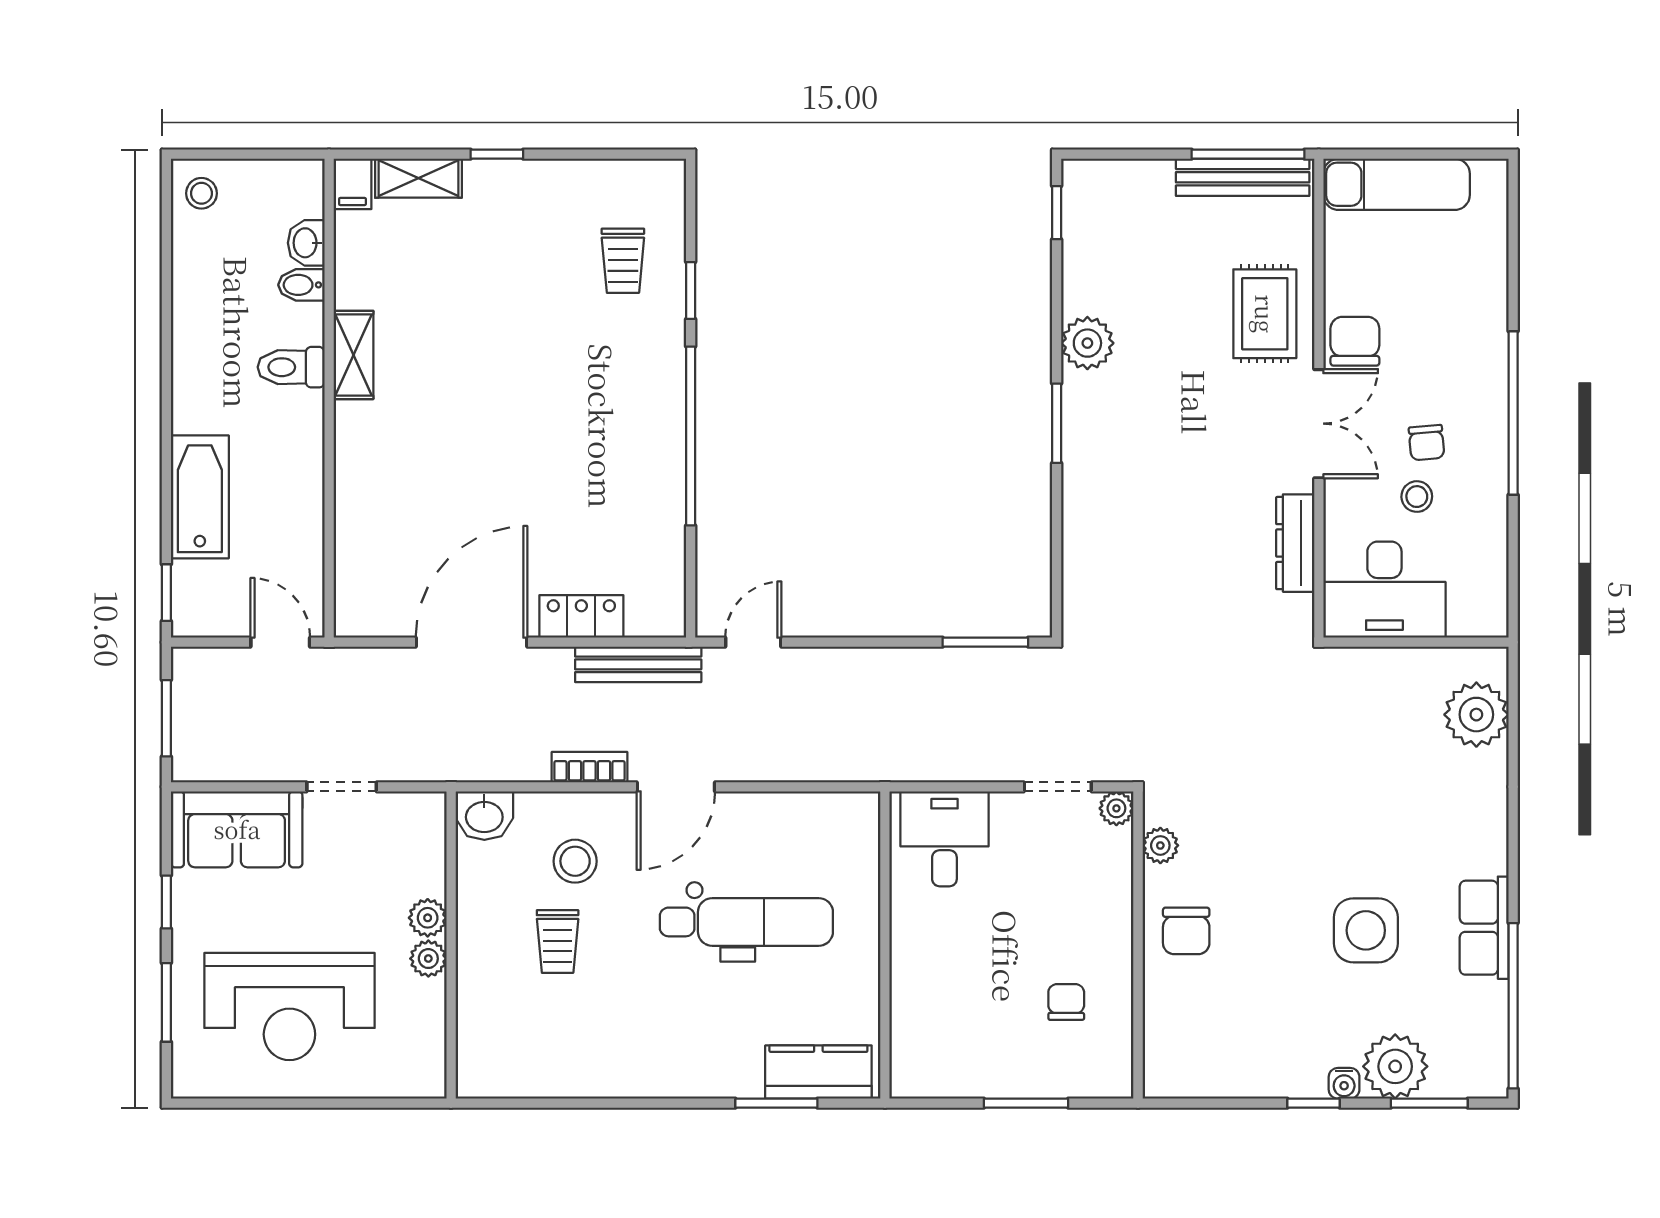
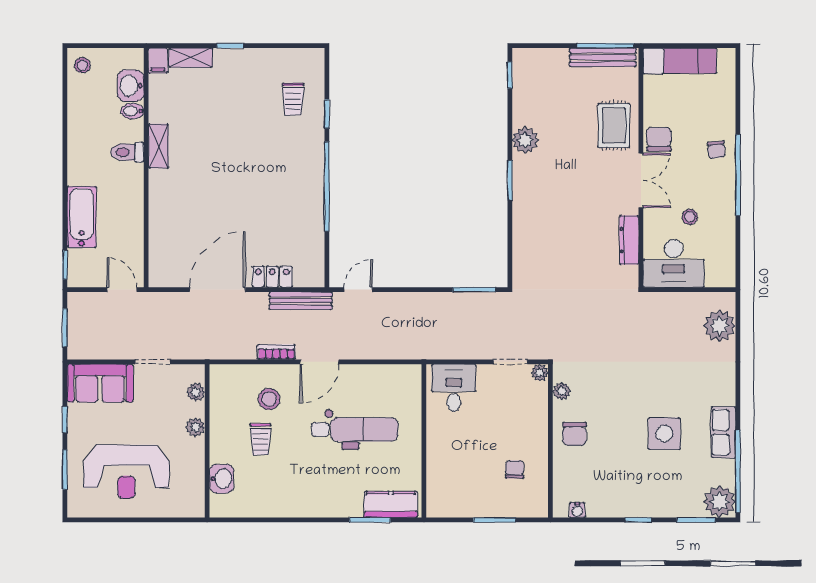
washbasin: (306, 243) -> (131, 86), width x1.38, depth x1.45
chair: (1427, 443) -> (716, 150), moved
washbasin: (484, 816) -> (222, 479), moved, turned -90
plant: (428, 959) -> (196, 392), moved
plant: (1395, 1066) -> (720, 502), moved
water cooler: (1344, 1083) -> (577, 510), moved

